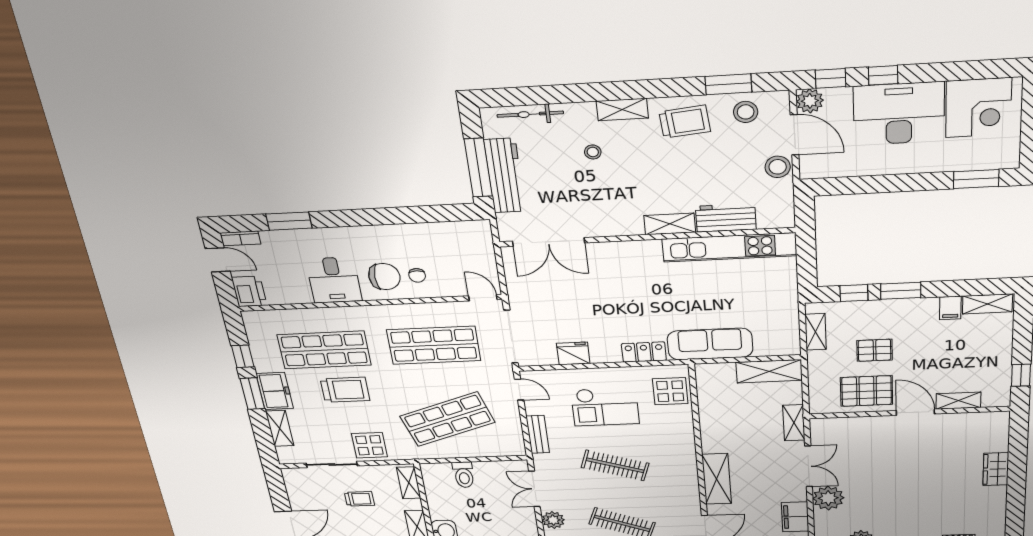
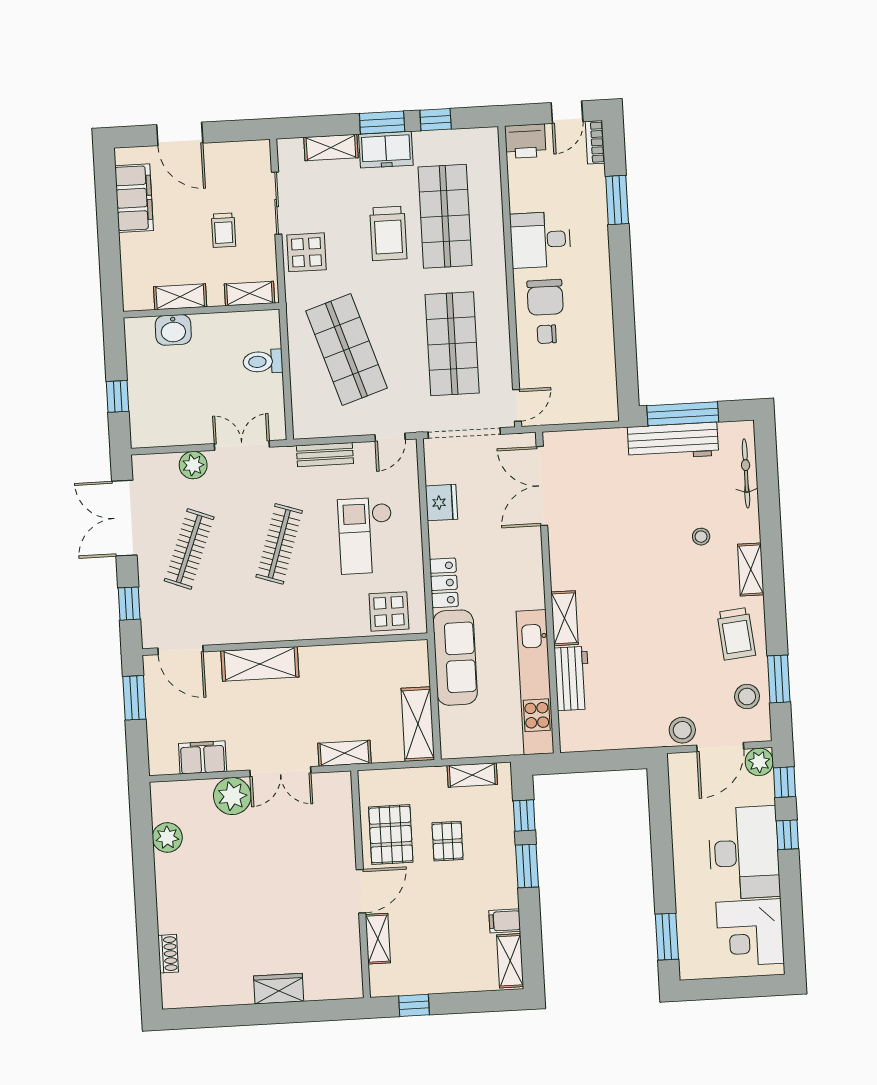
workbench: (726, 218) -> (572, 678), moved
shelving: (670, 224) -> (565, 618), moved
wall: (646, 237) -> (548, 593), moved
double door: (548, 242) -> (542, 486), moved
kitchen unit: (729, 247) -> (535, 682), moved

